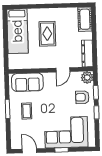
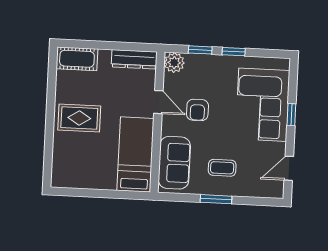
bed: (17, 31) -> (135, 155), moved, turned -90
rug: (47, 34) -> (79, 118), moved
armchair: (82, 97) -> (197, 110), moved

